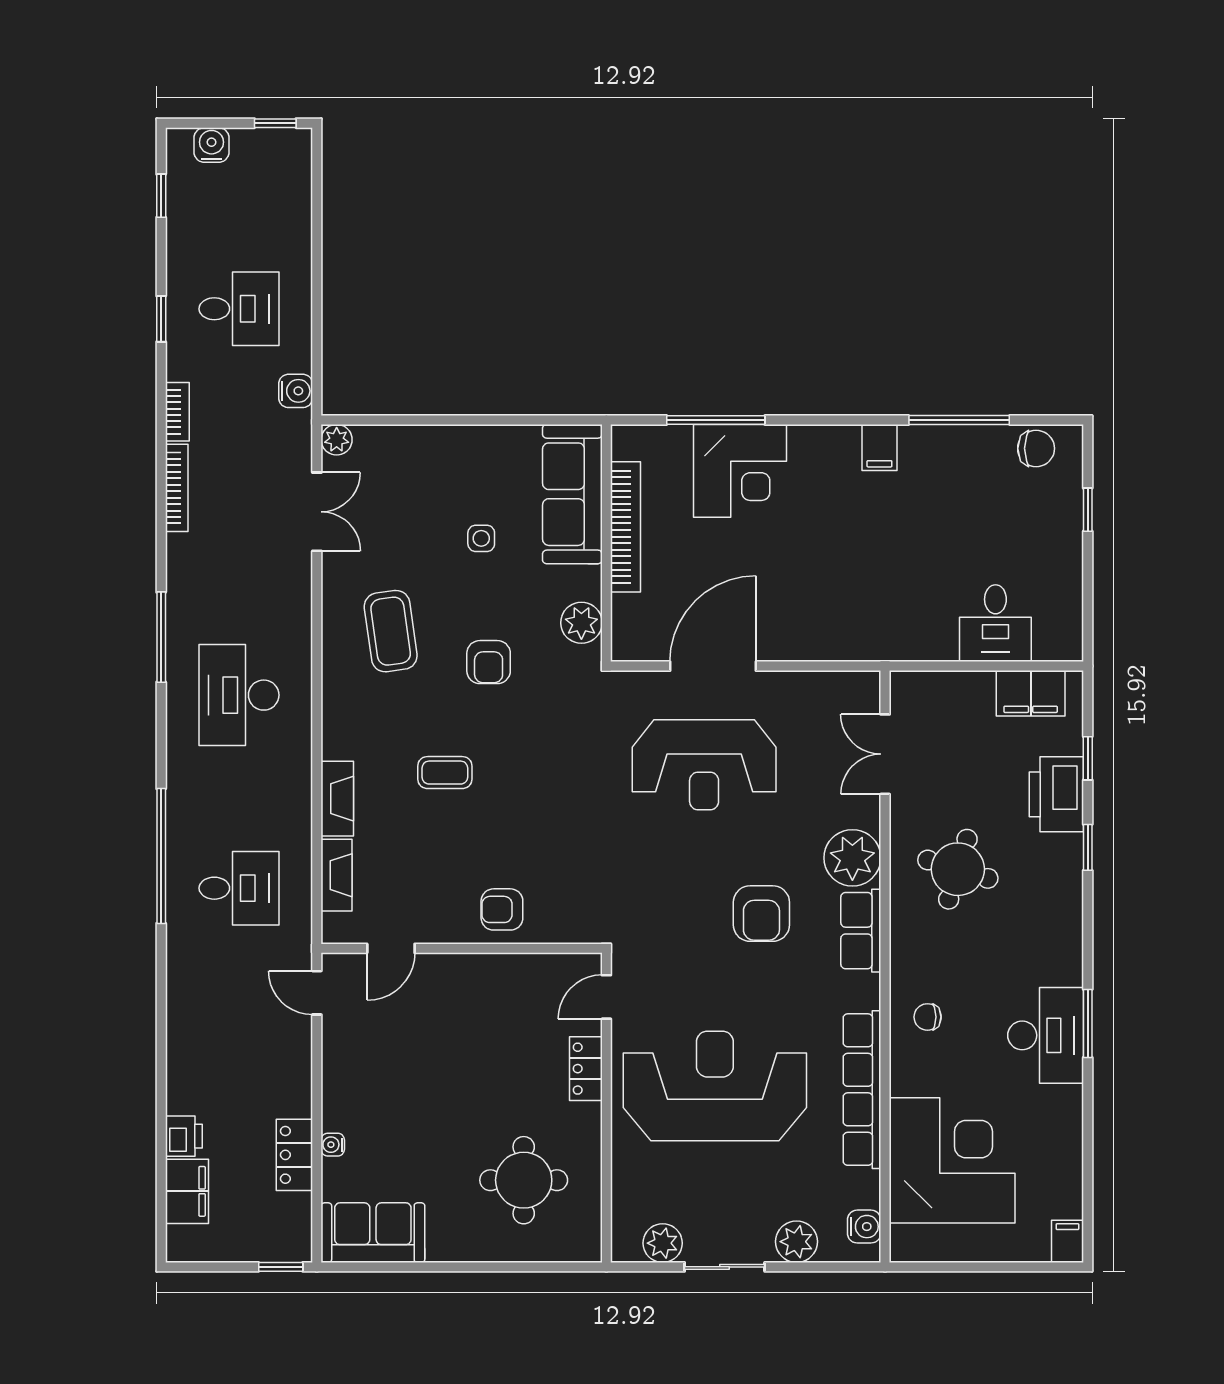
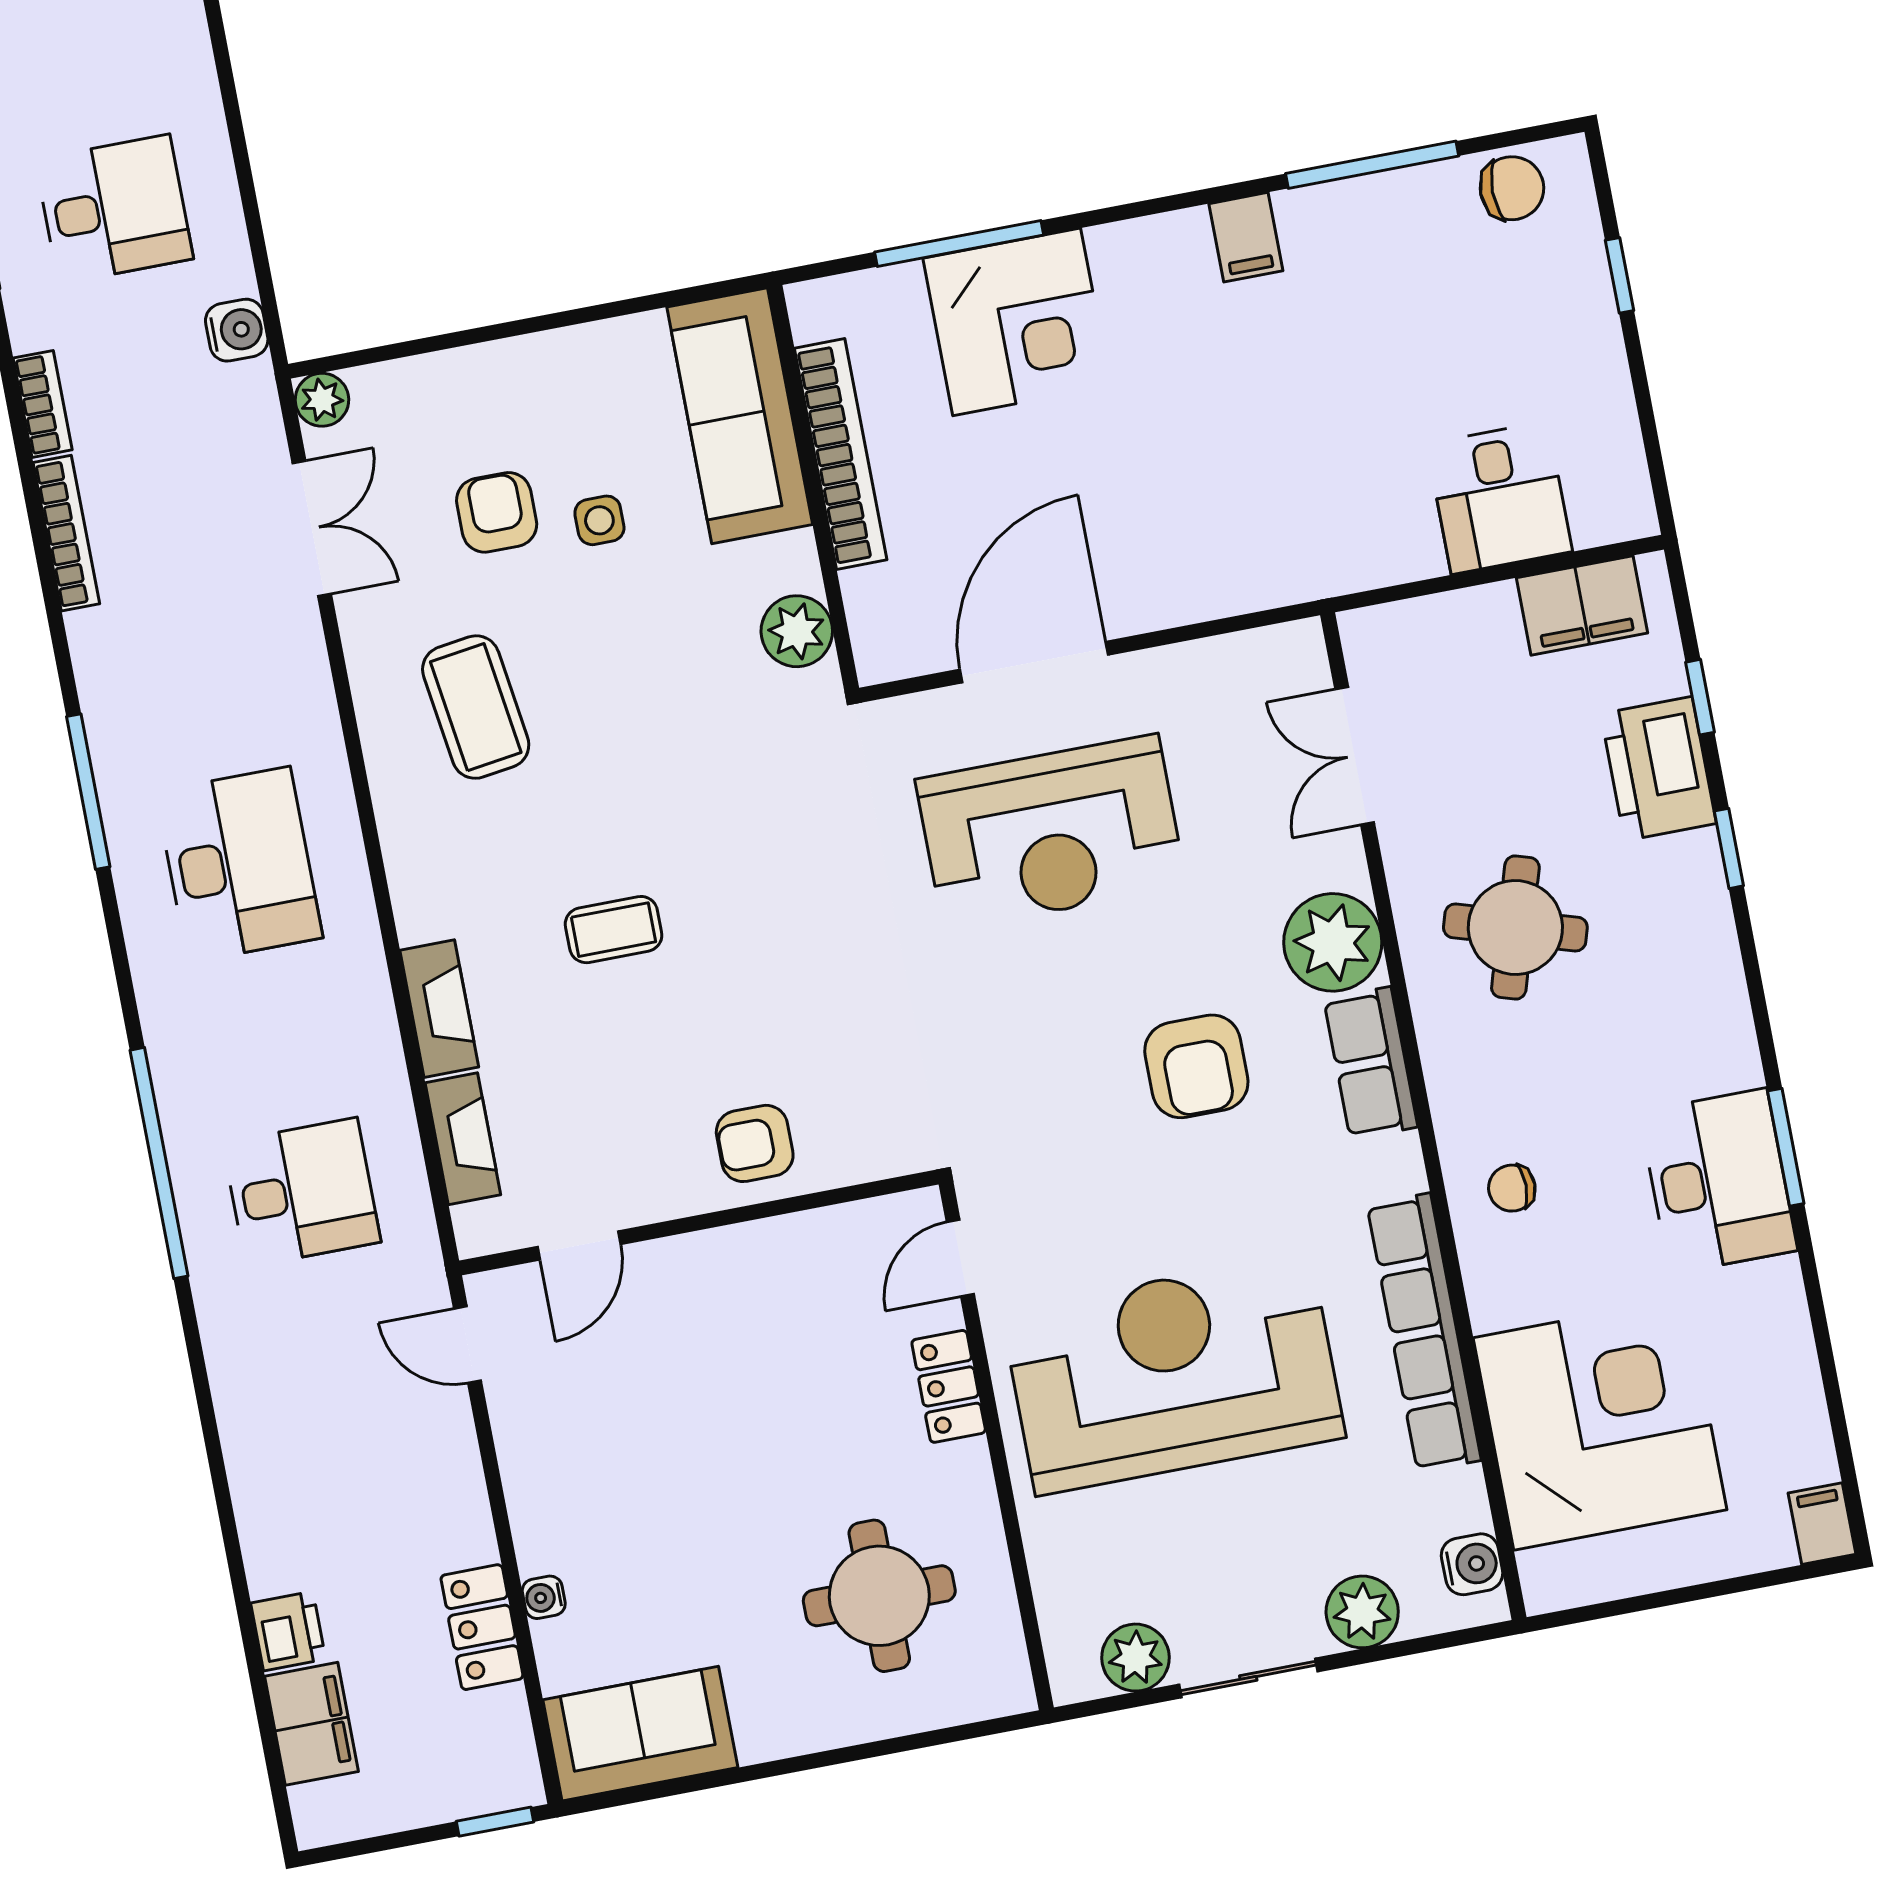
armchair: (489, 662) -> (497, 512), moved, turned 180
desk: (239, 695) -> (239, 865), turned 180

